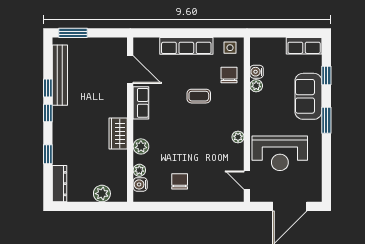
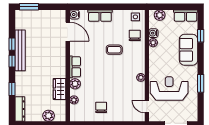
plant: (266, 45) -> (160, 15), added
row of seats: (186, 46) -> (100, 16), width x0.68
bench: (60, 75) -> (20, 50), moved
row of seats: (141, 103) -> (75, 67), moved
window: (326, 120) -> (201, 83), moved
wardrobe: (118, 134) -> (60, 89), moved
reception desk: (280, 153) -> (169, 88), turned 180
water cooler: (140, 184) -> (74, 15), moved

